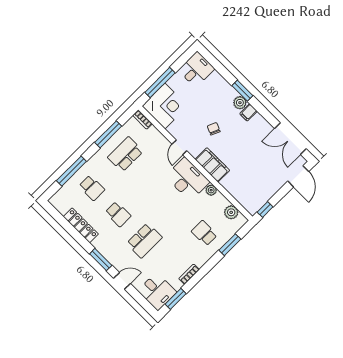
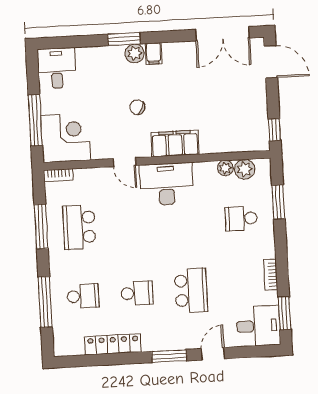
plant: (211, 190) -> (225, 168), moved

